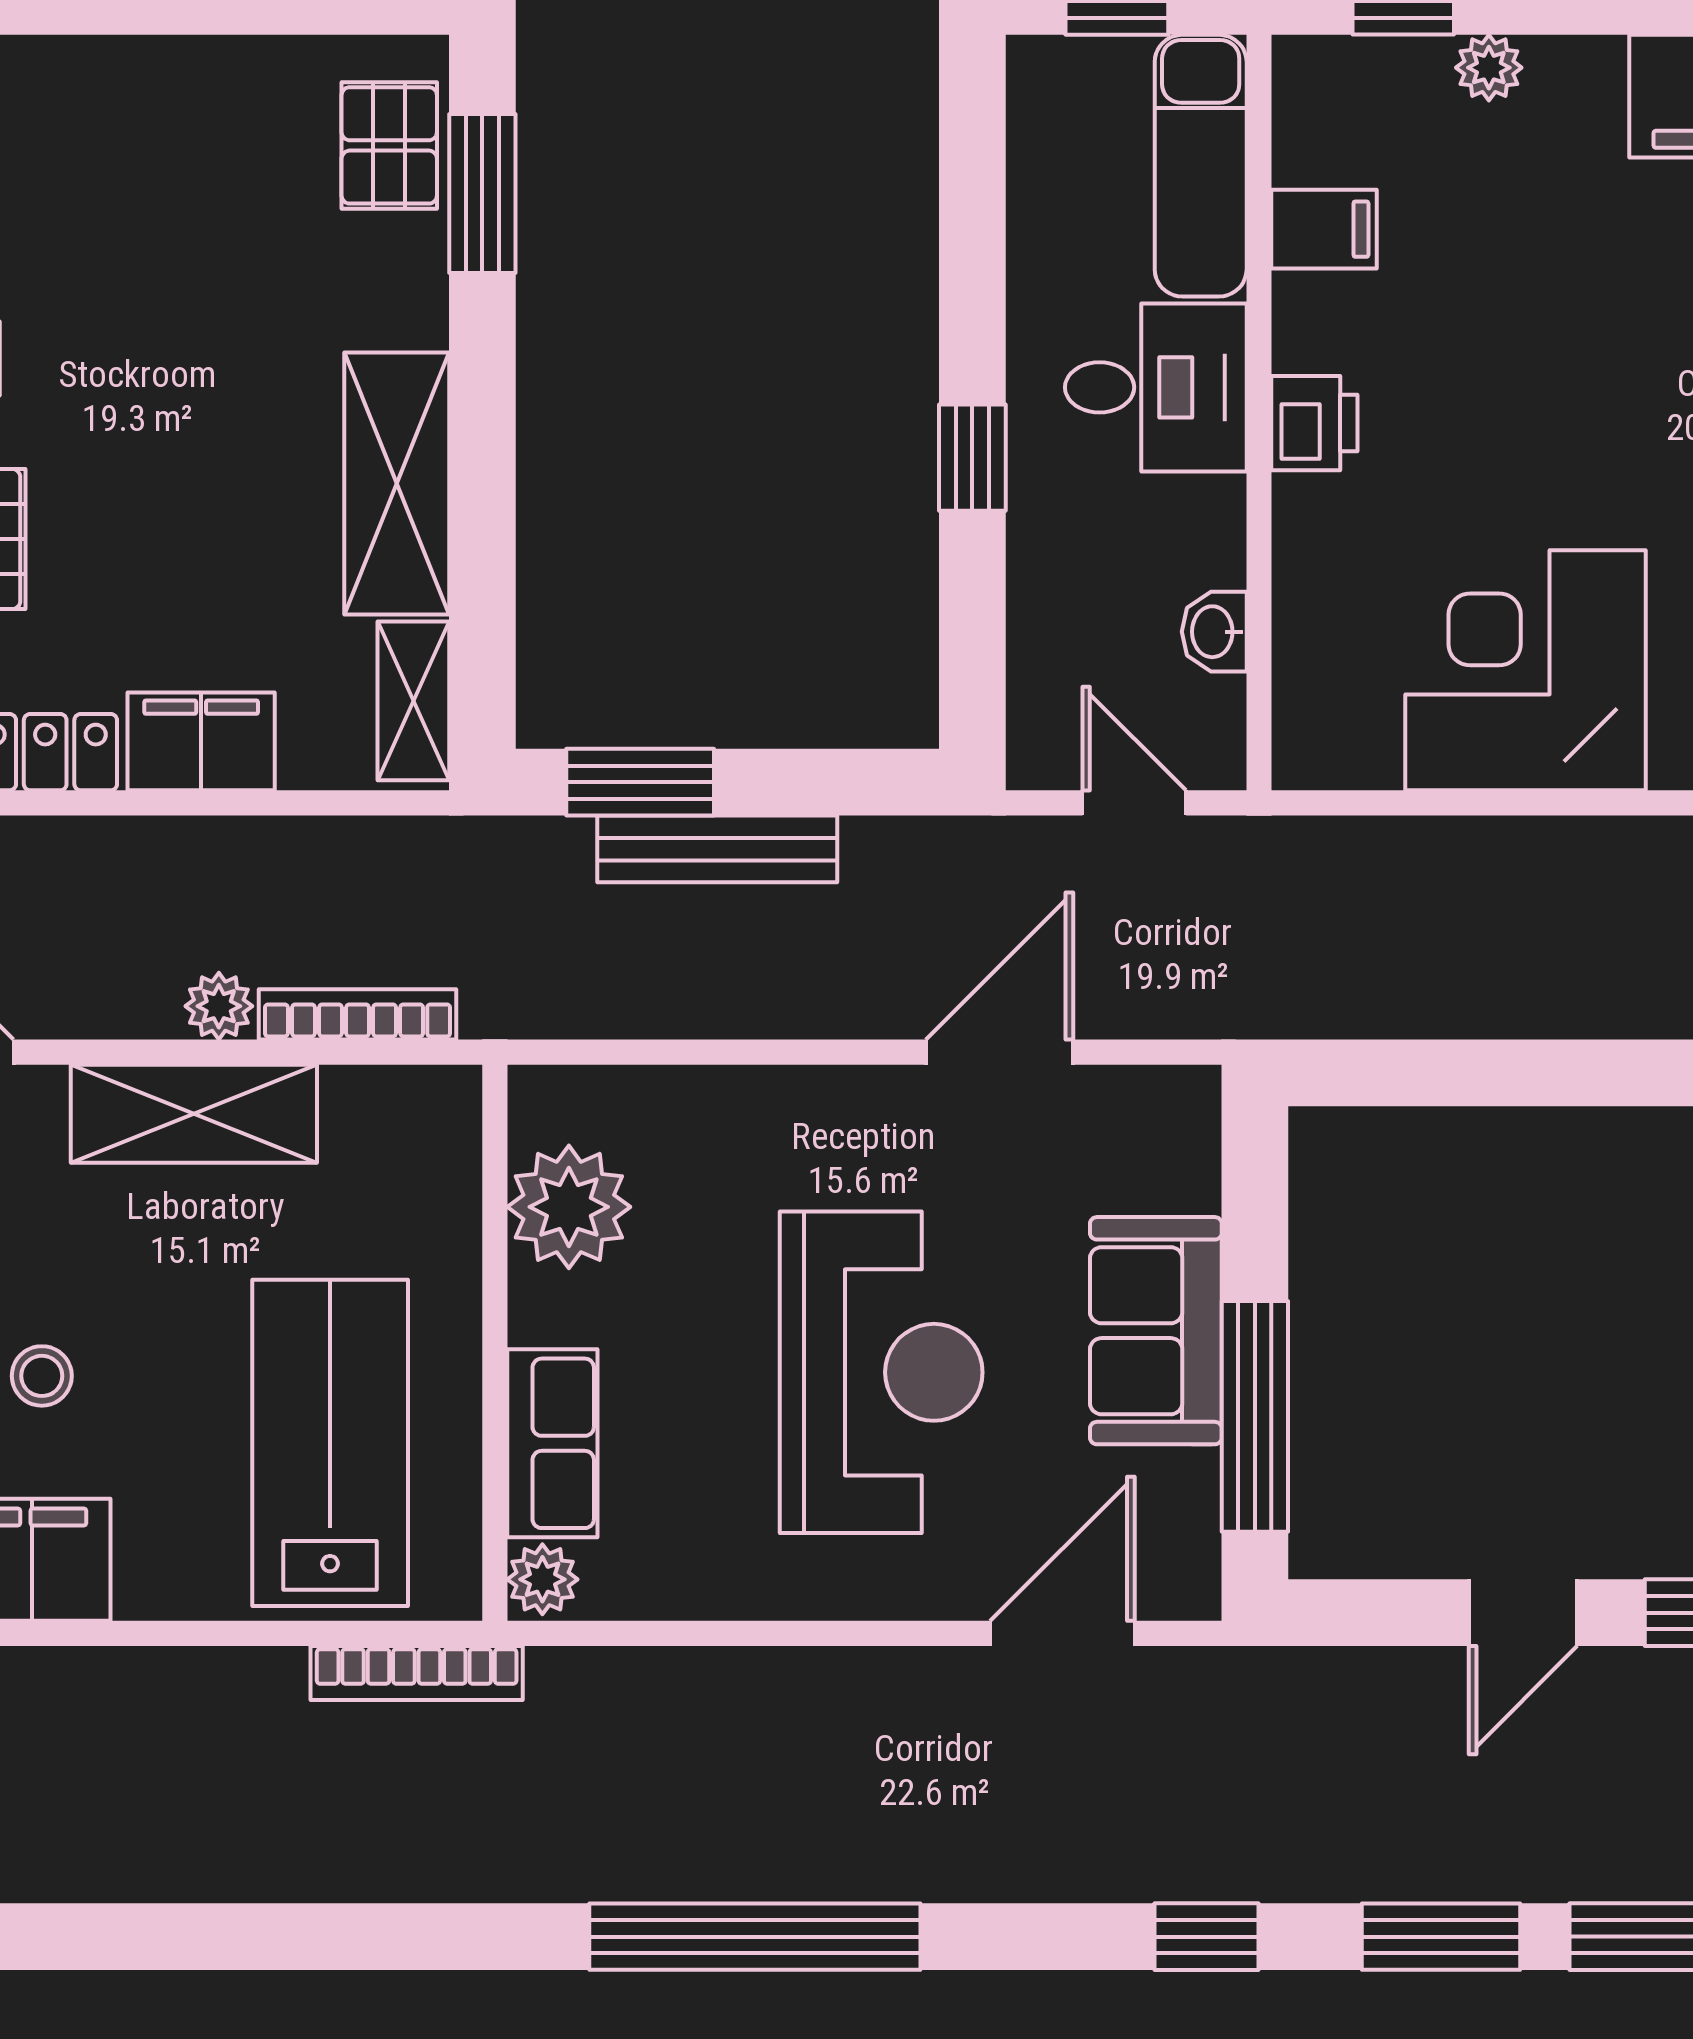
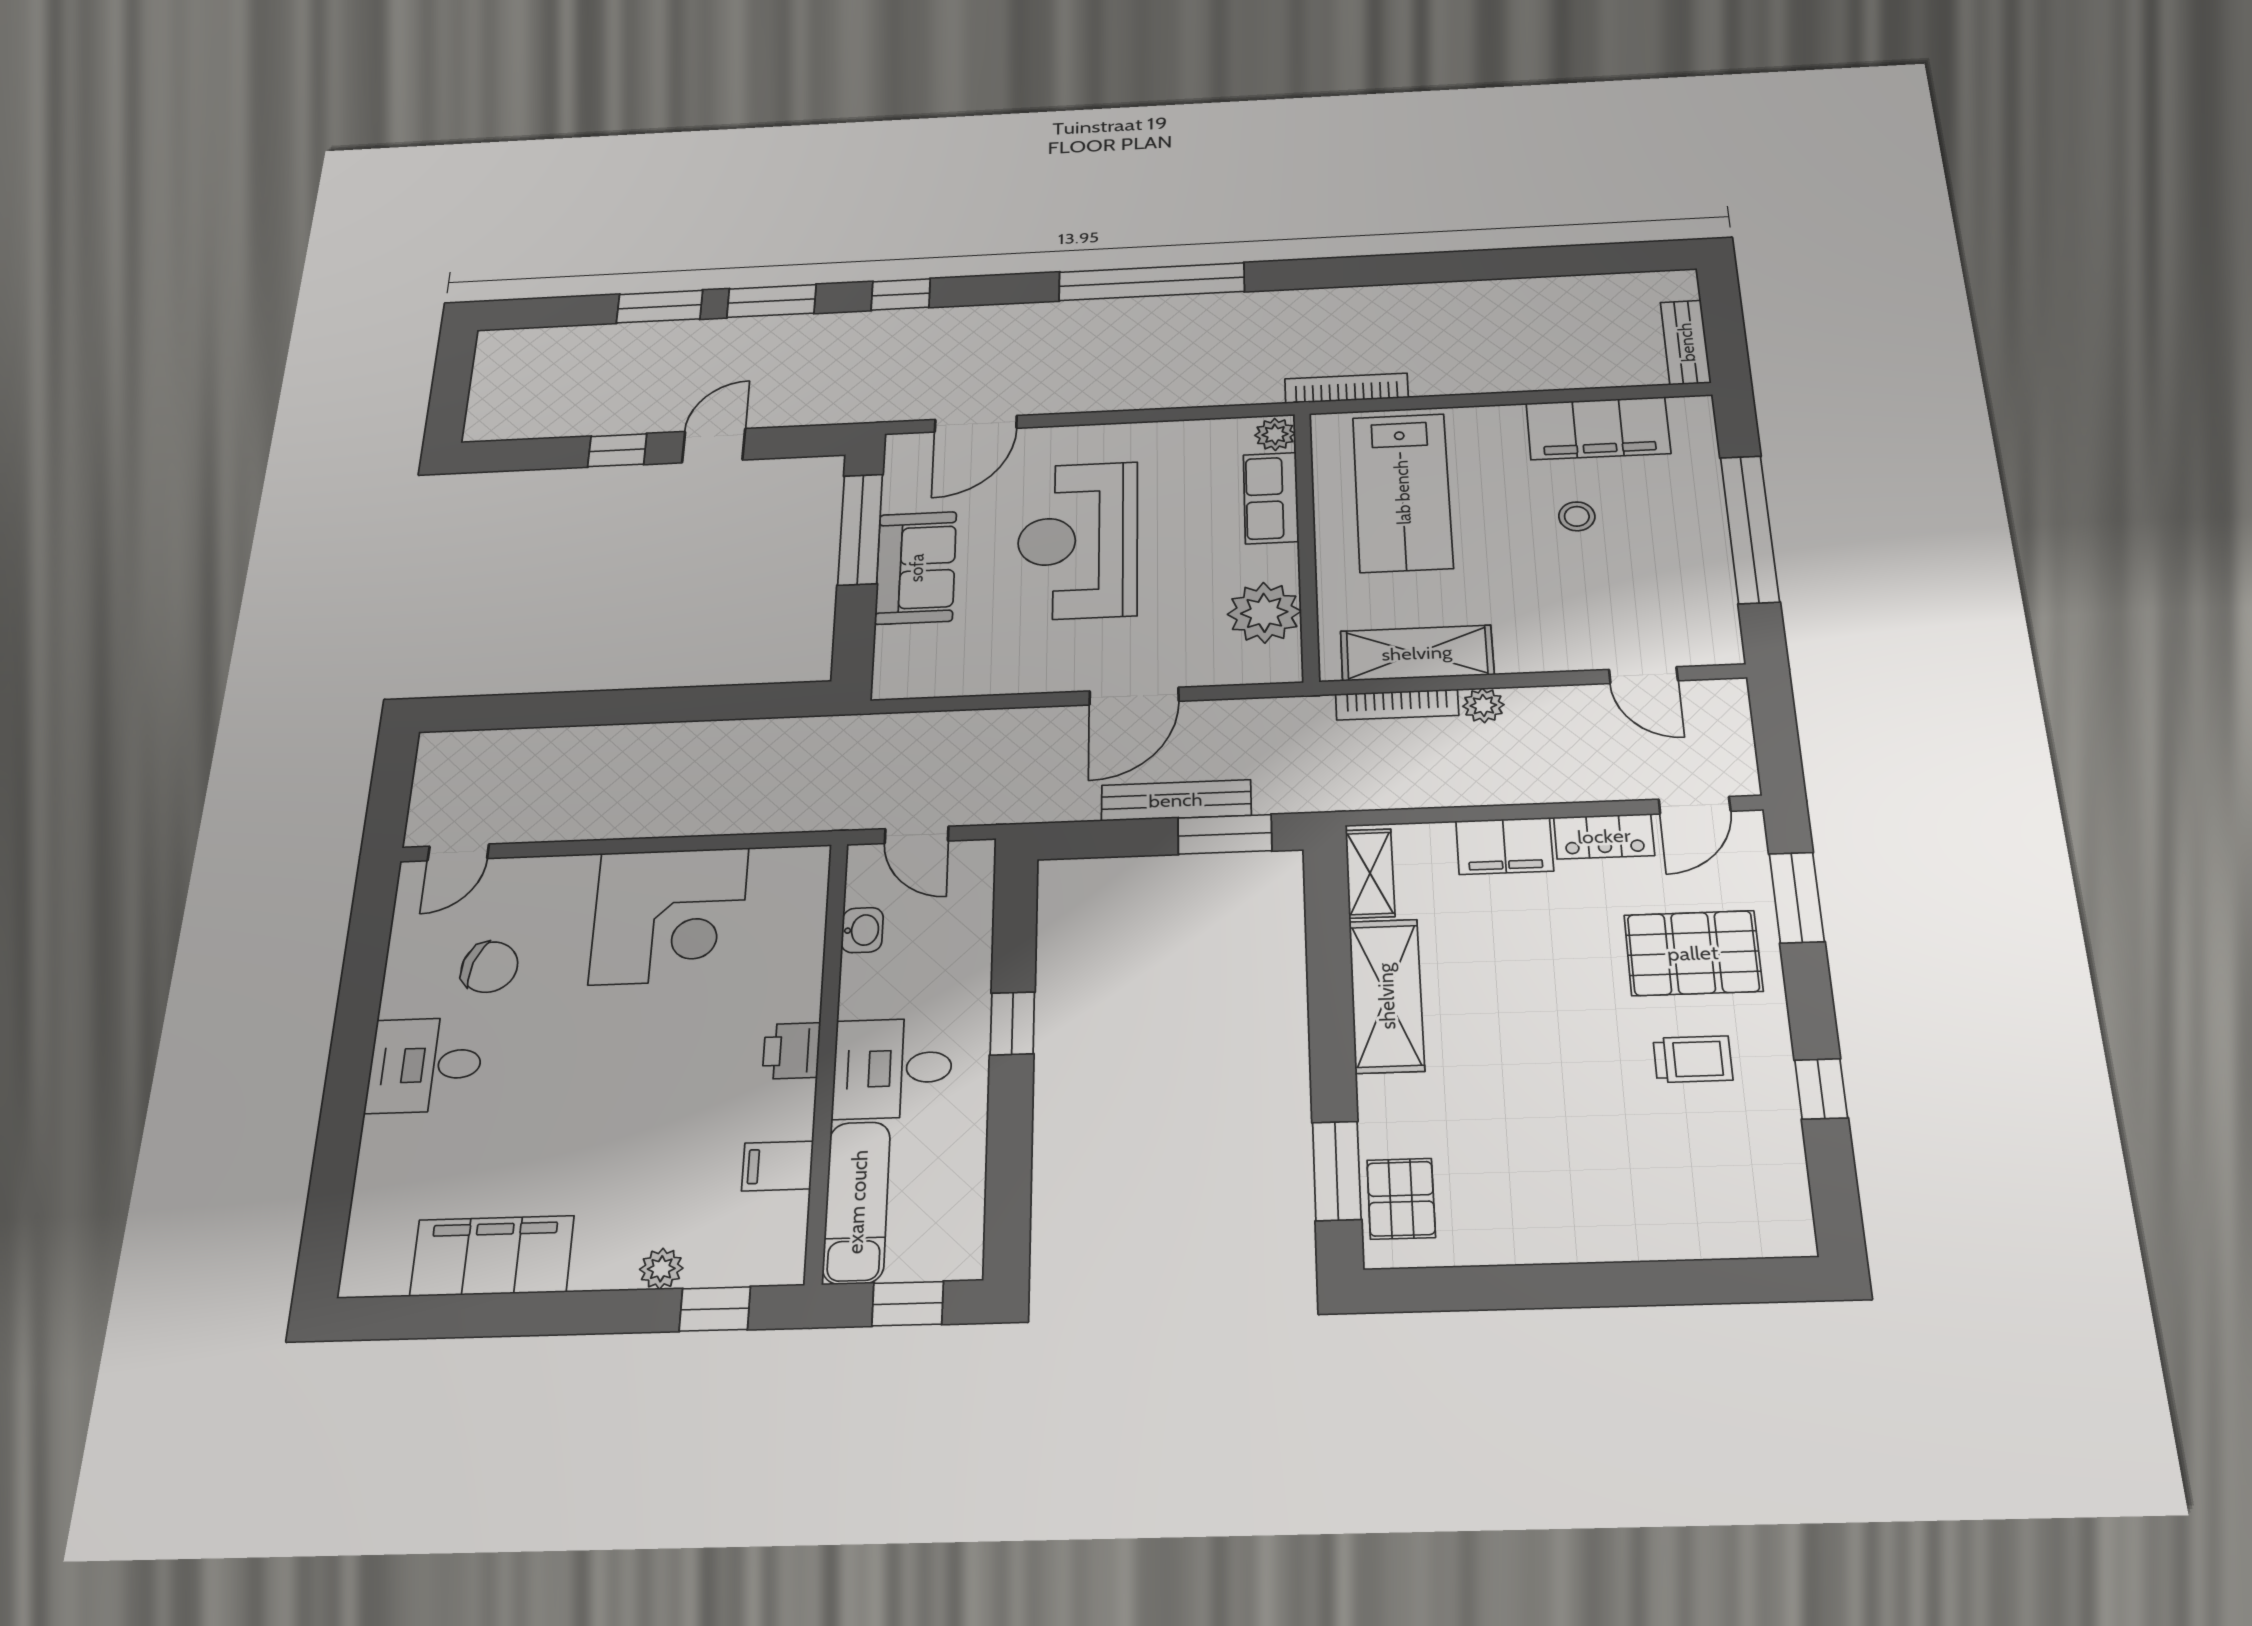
door: (1000, 1052) -> (1134, 696), moved
shelving: (194, 1114) -> (1417, 653), moved

